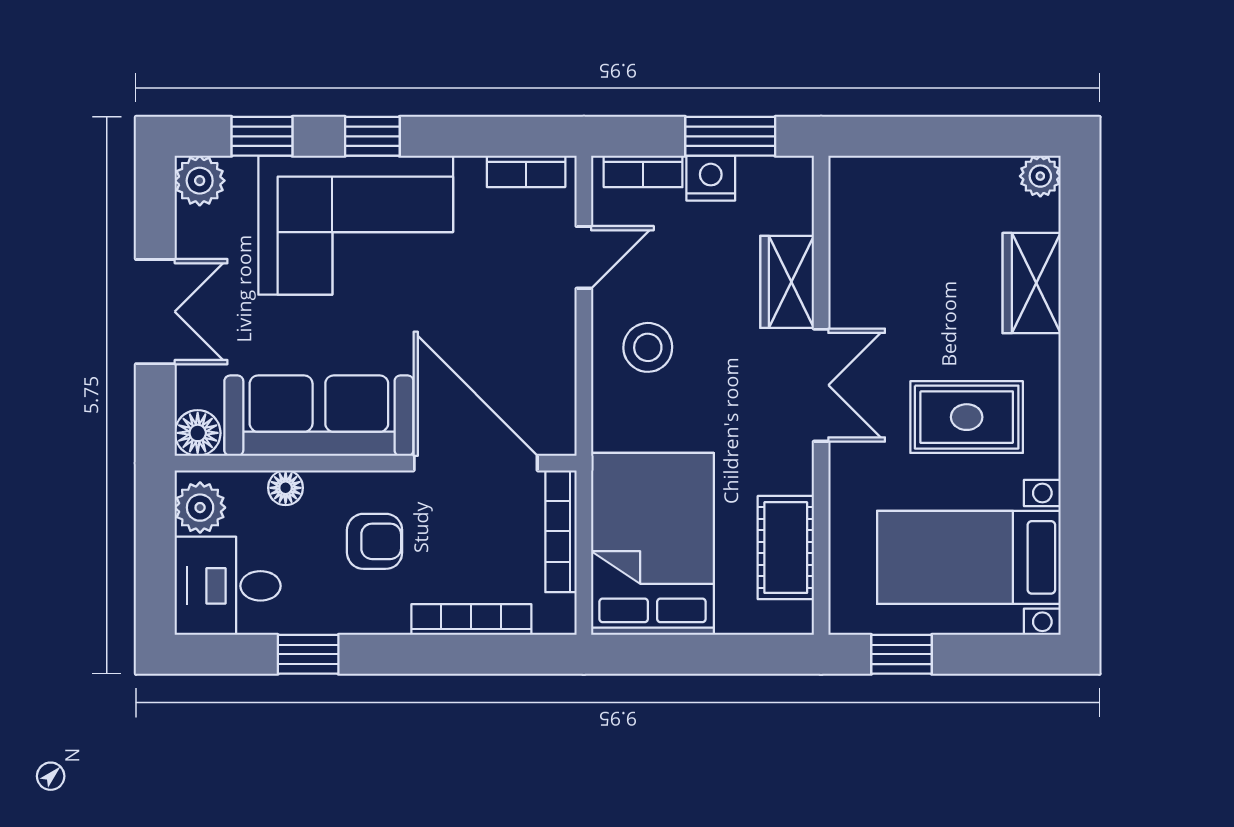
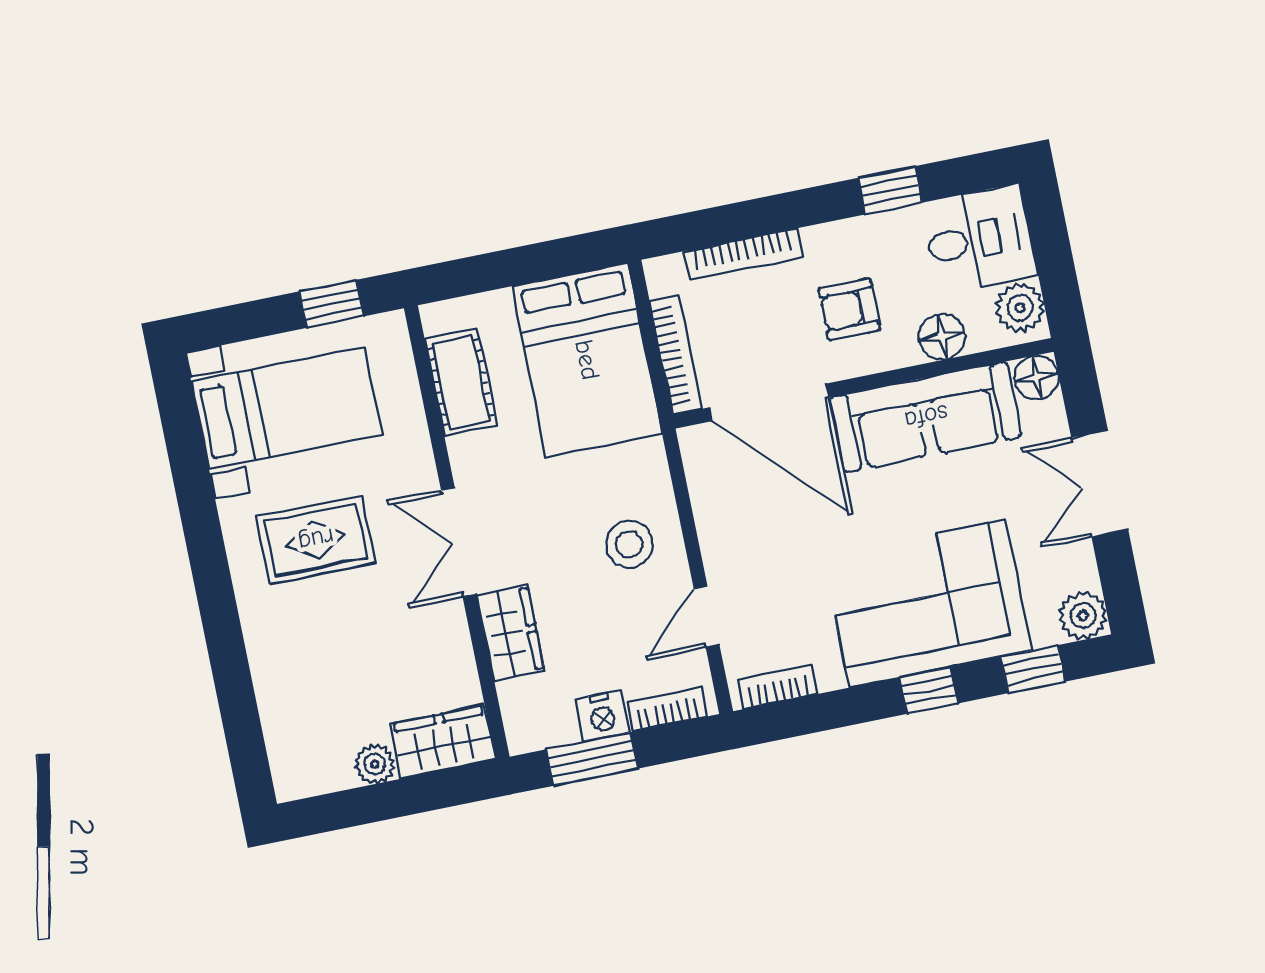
plant: (1040, 176) -> (375, 764), moved
wardrobe: (1032, 283) -> (443, 742), moved, turned -90
floor lamp: (286, 488) -> (942, 337), width x1.37, depth x1.37

